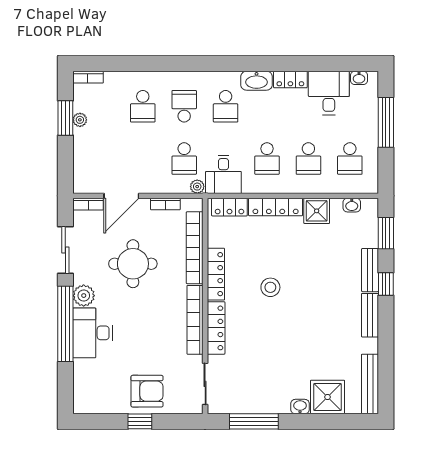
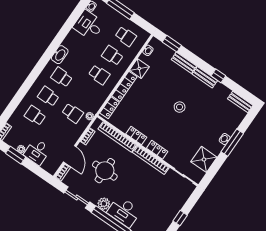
locker: (290, 80) -> (70, 39), removed
school desk: (143, 106) -> (35, 116), turned 180
school desk: (226, 106) -> (62, 77), turned 180
school desk: (308, 158) -> (112, 56), turned 180
desk: (223, 174) -> (37, 152), moved, turned 90
locker: (216, 274) -> (136, 136), width x0.66
window: (386, 284) -> (218, 76), moved
stool: (270, 287) -> (180, 107), moved
locker: (216, 328) -> (157, 150), width x0.66
bench: (370, 384) -> (240, 102), width x0.73
armchair: (147, 391) -> (168, 205), removed
shower: (328, 397) -> (204, 159), moved
window: (254, 421) -> (232, 143), moved

